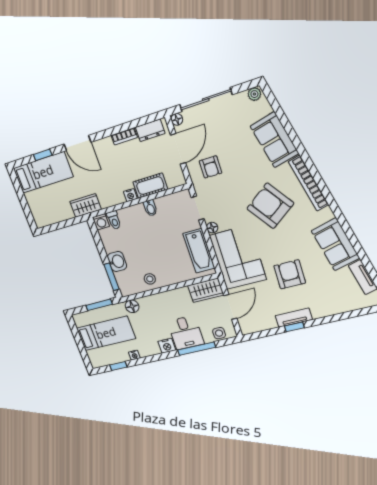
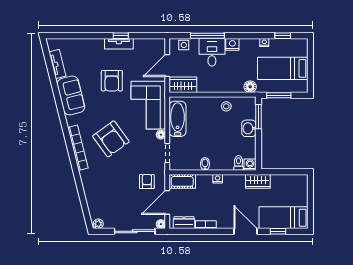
sofa: (274, 140) -> (93, 187), removed
cot: (150, 186) -> (182, 181), moved

